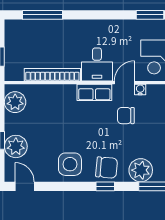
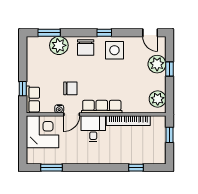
window: (43, 15) -> (136, 168), width x0.46
row of seats: (94, 92) -> (102, 107), width x1.48
chair: (107, 168) -> (86, 48), turned -95
window: (105, 186) -> (104, 33), moved

